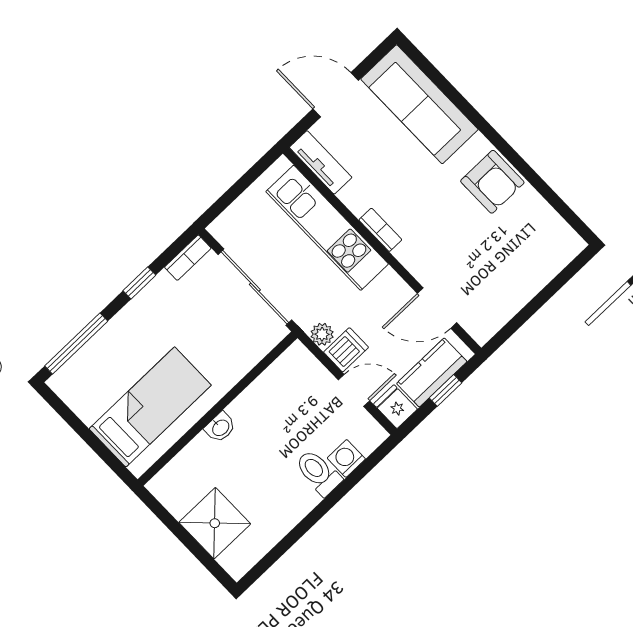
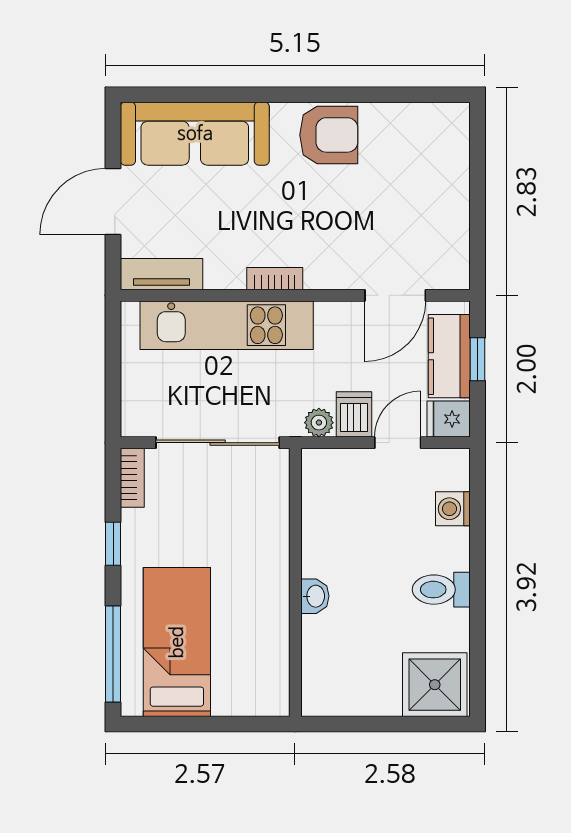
bed: (150, 407) -> (177, 642), moved
toilet: (318, 473) -> (441, 590), moved
shower: (215, 523) -> (435, 685), moved

